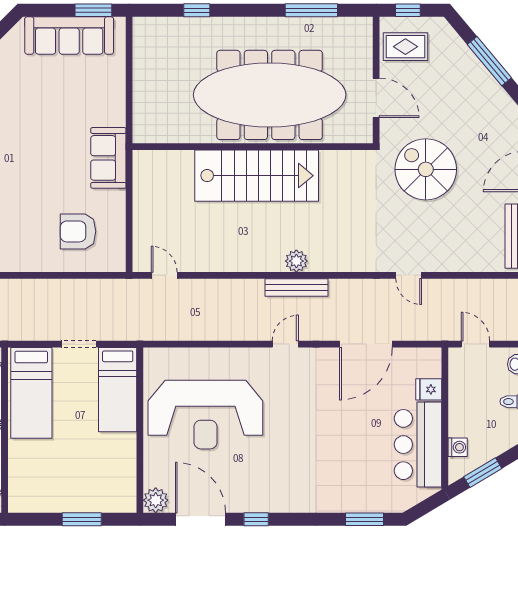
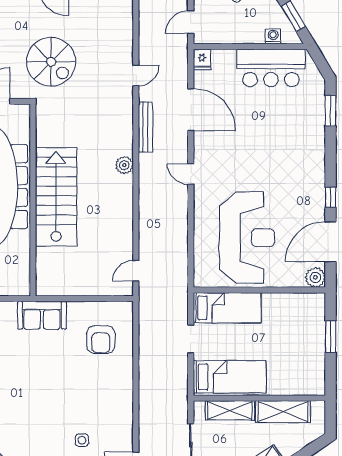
spiral stairs: (426, 169) -> (51, 62), turned -90
bench: (296, 287) -> (145, 127), moved
fridge: (429, 389) -> (202, 59), moved

